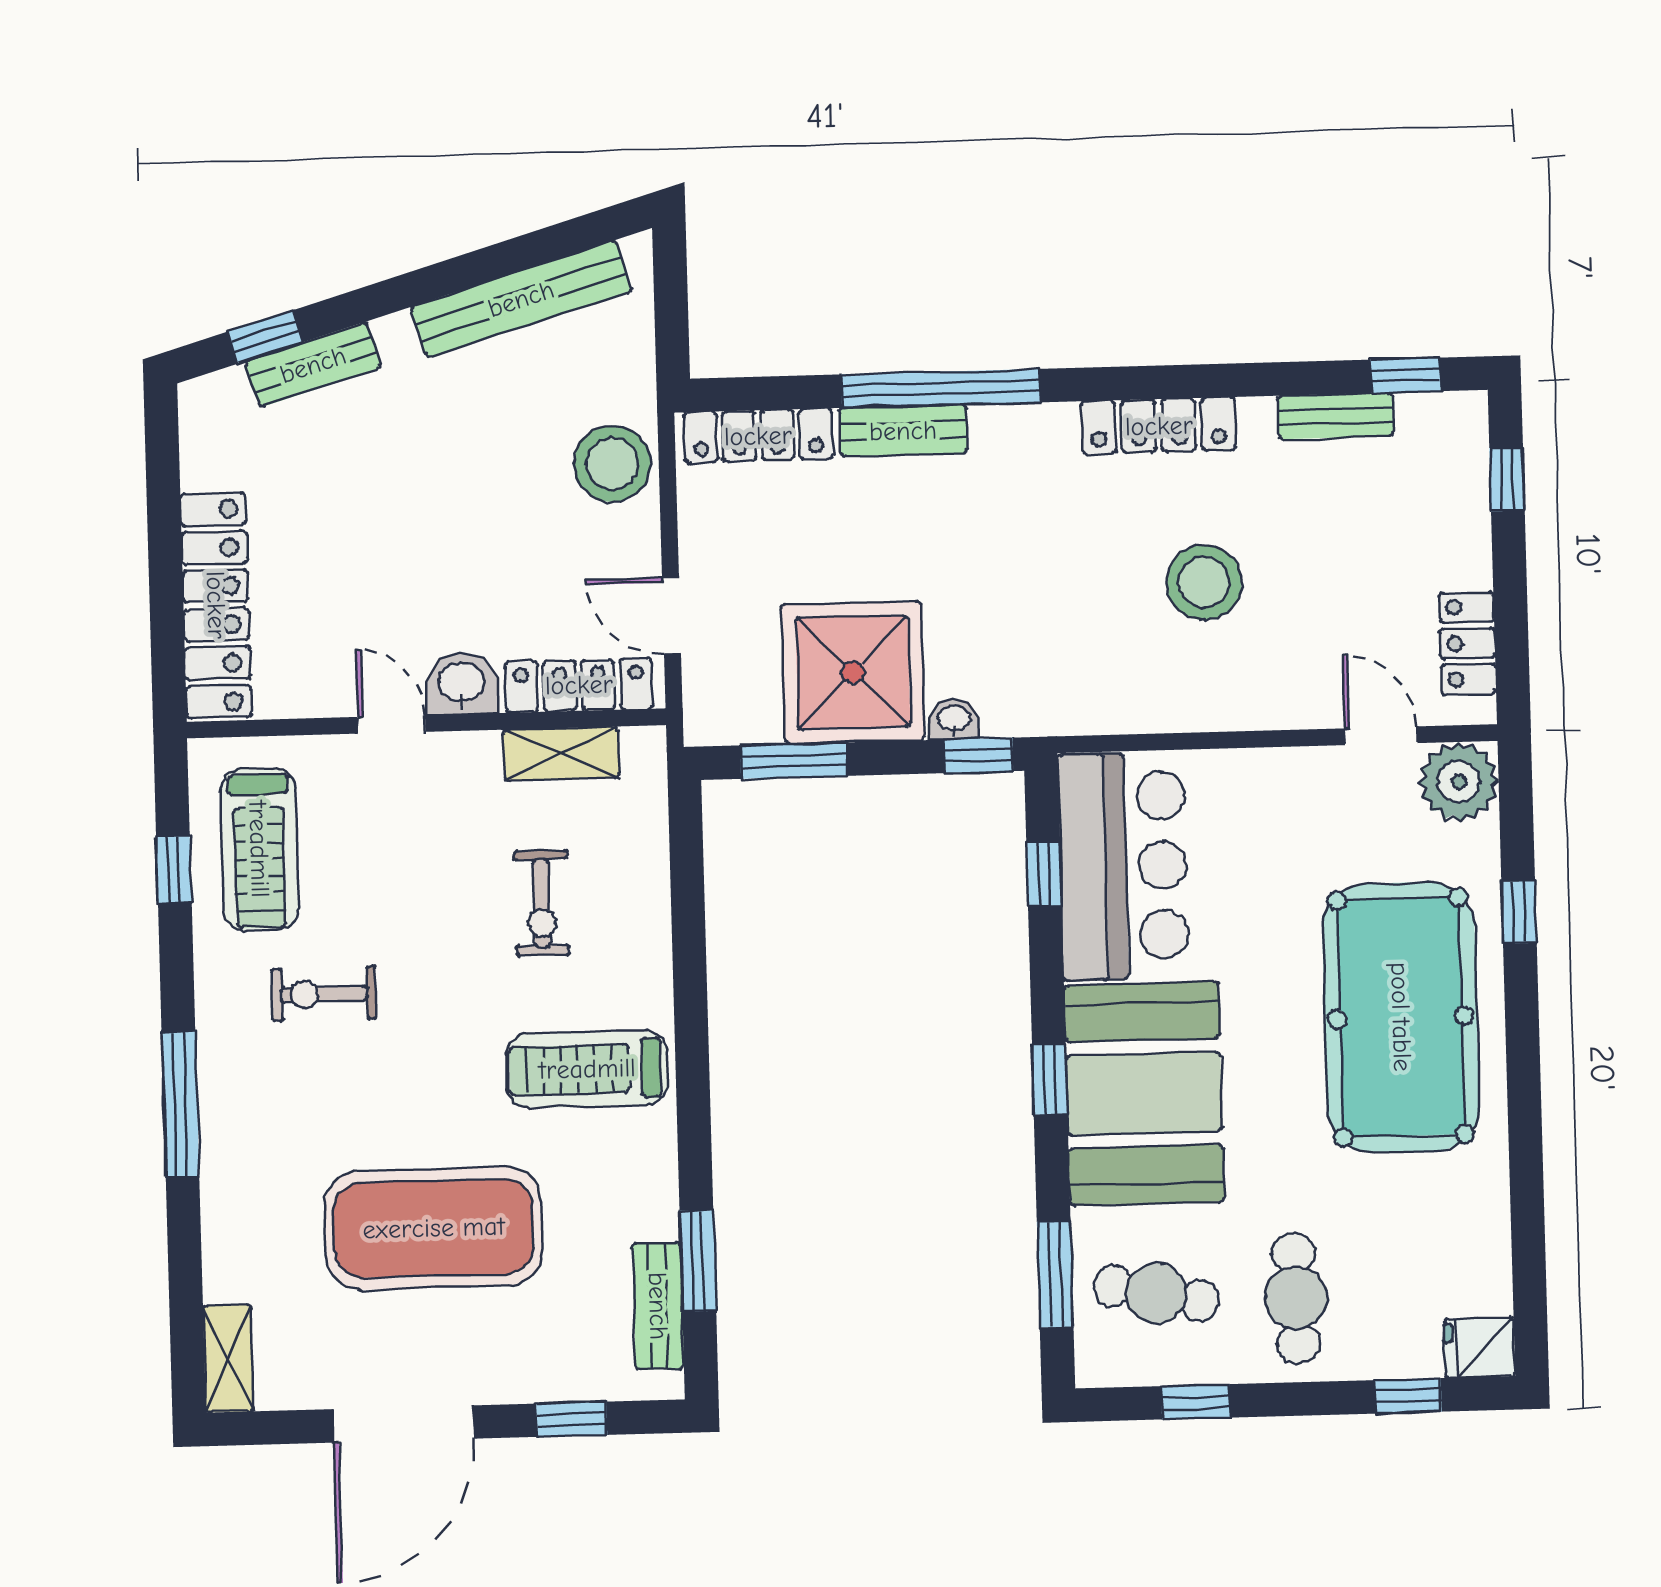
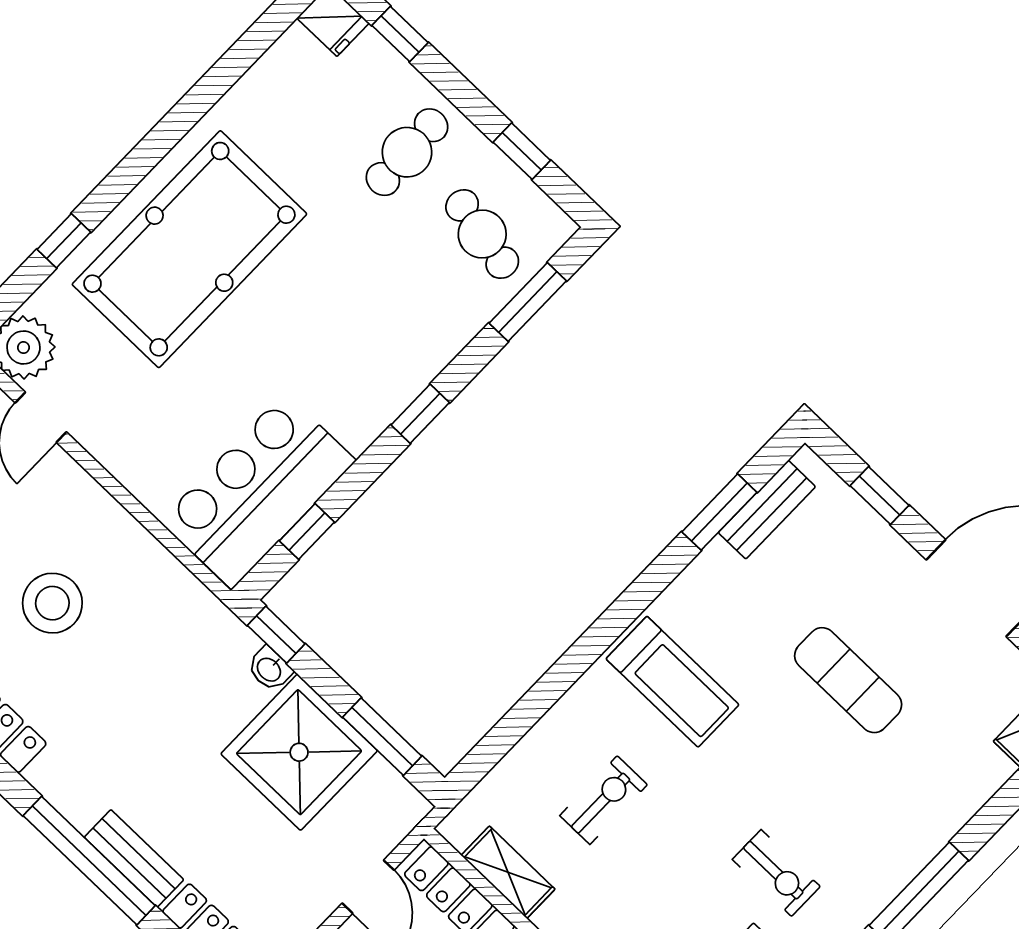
booth: (1144, 1093) -> (376, 352), removed
exercise mat: (434, 1228) -> (848, 680), width x0.50, depth x0.69

